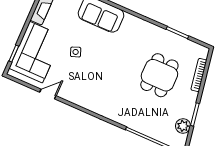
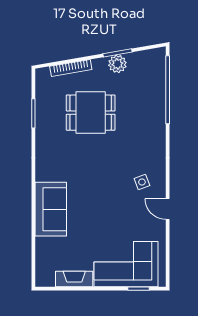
side table: (76, 52) -> (142, 182), moved
door: (48, 94) -> (168, 209), moved
plant: (183, 126) -> (117, 64), moved

